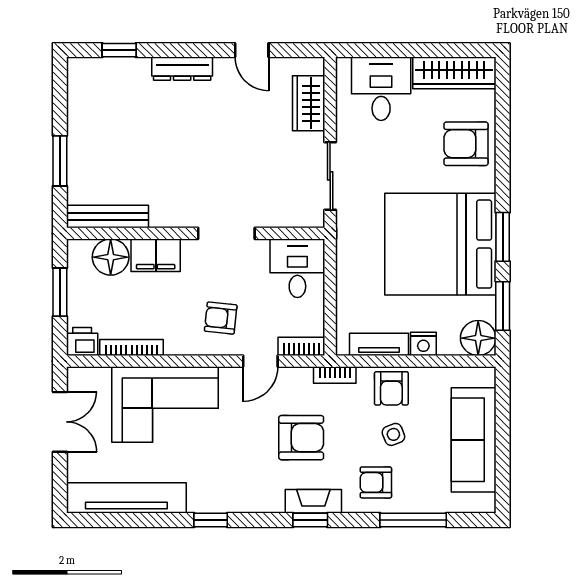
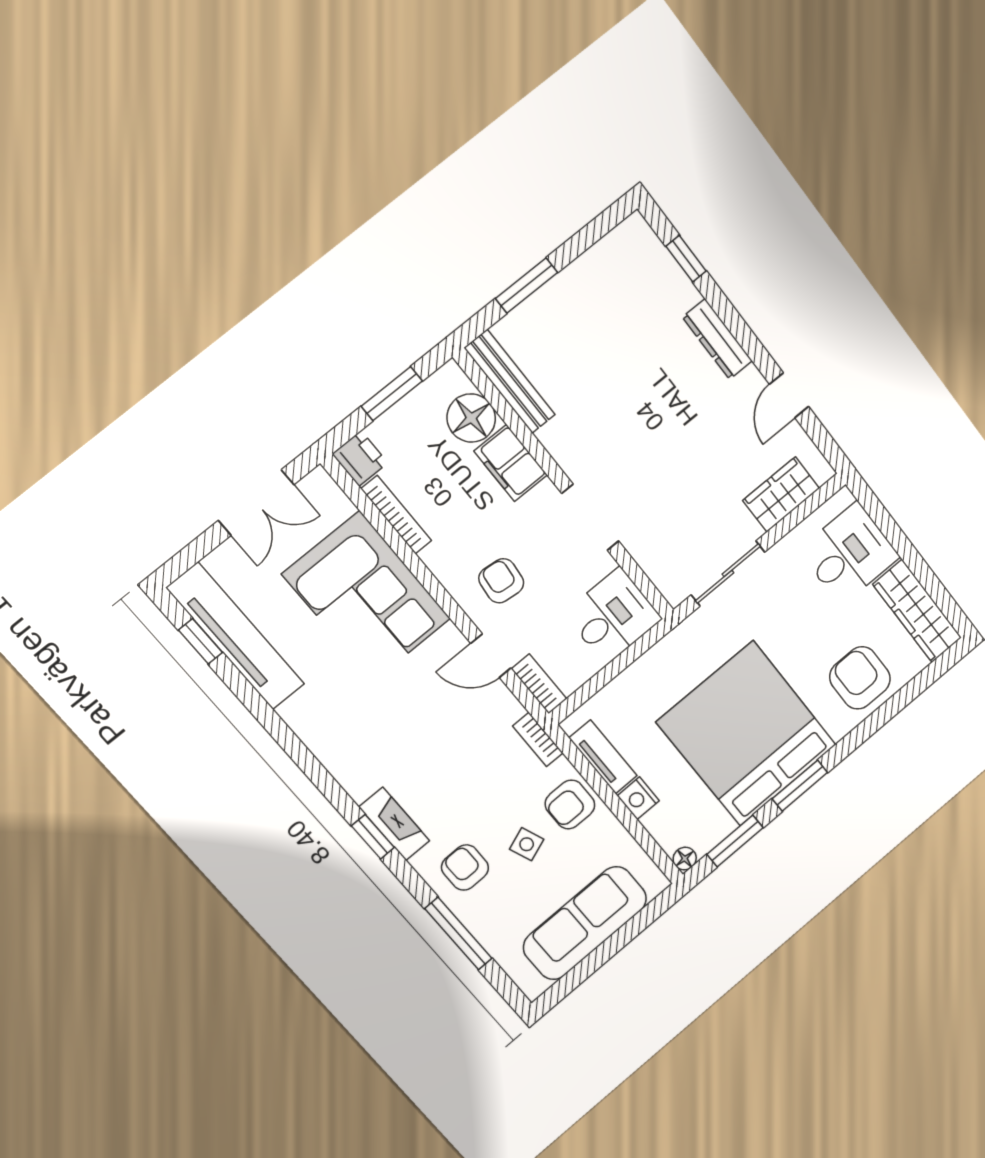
floor lamp: (478, 338) -> (685, 859), width x0.53, depth x0.53
armchair: (301, 438) -> (448, 759), removed
window: (211, 520) -> (200, 641), moved

